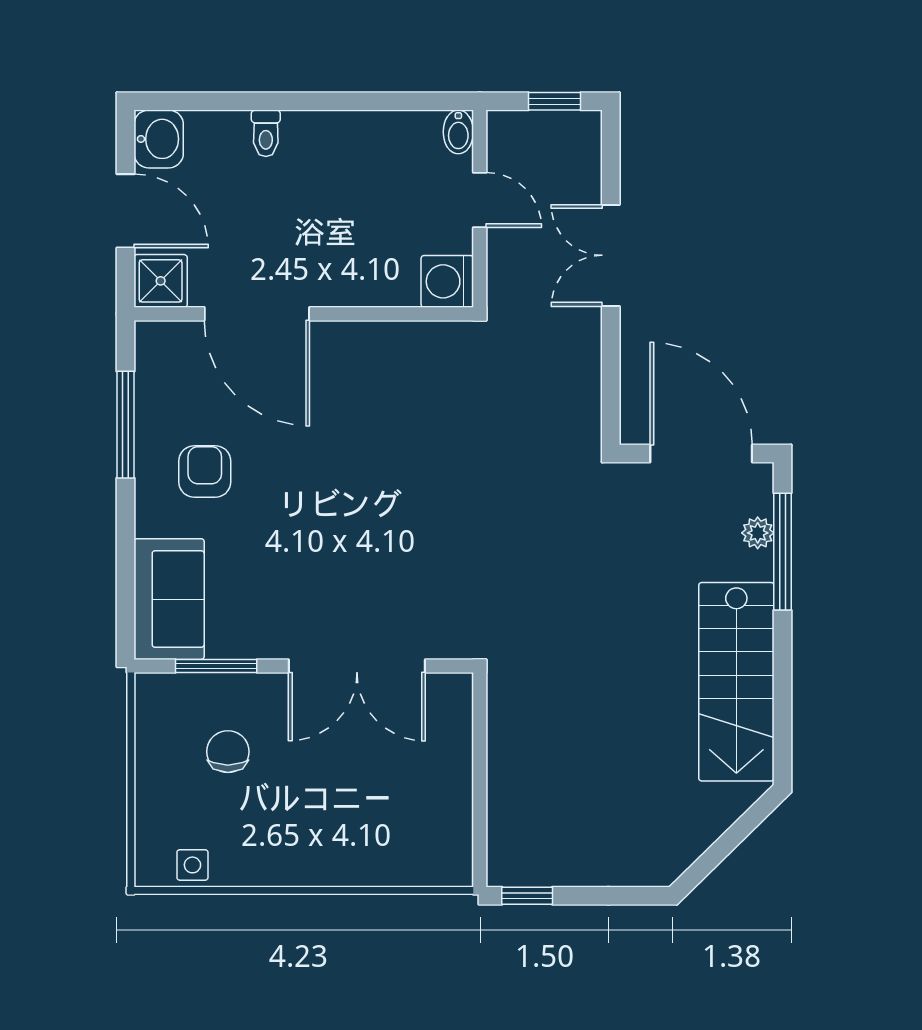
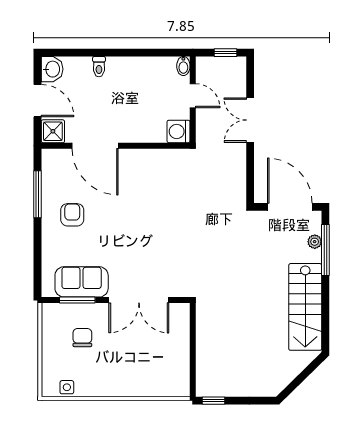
sofa: (169, 599) -> (82, 282), moved, turned -90

